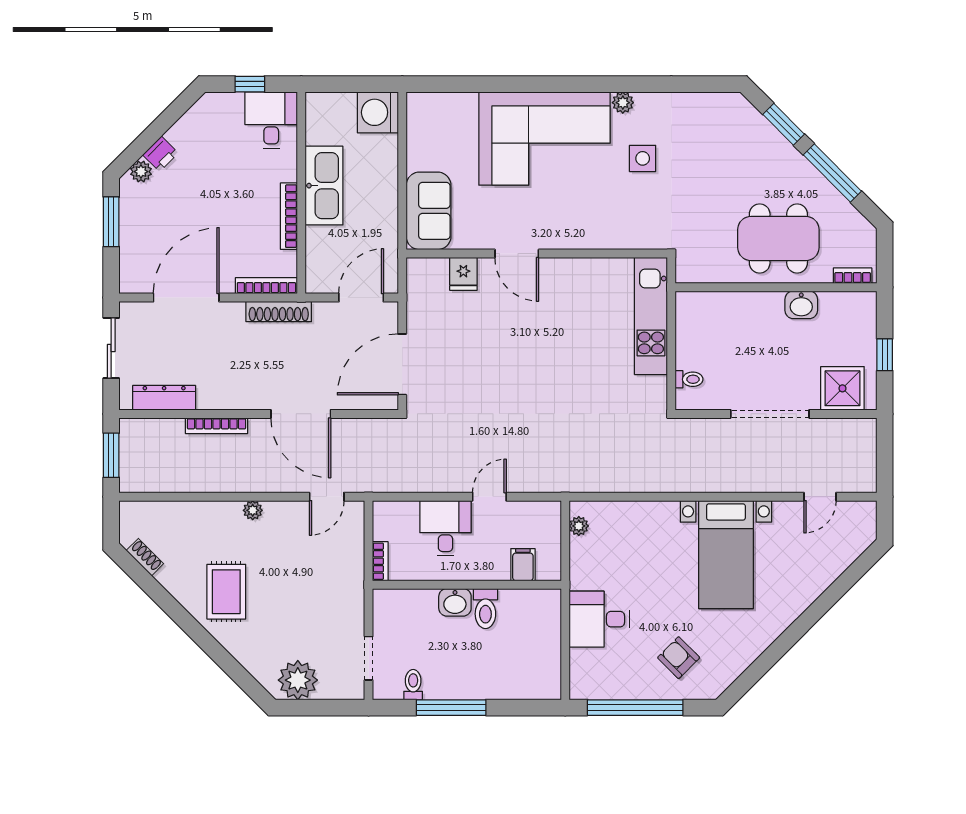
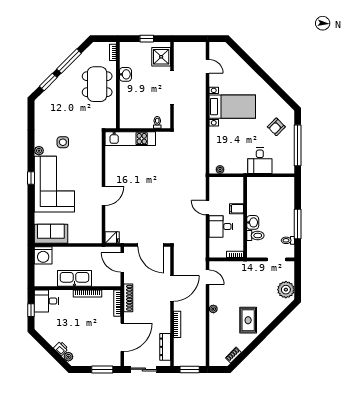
window: (559, 84) -> (31, 178), added
sofa: (429, 211) -> (51, 234), moved
window: (111, 222) -> (102, 369), moved
fridge: (463, 274) -> (112, 237), moved
door: (186, 298) -> (122, 337), swing flipped
filing cabinet: (523, 565) -> (237, 209), moved
rug: (226, 592) -> (248, 320), turned 90
toilet: (485, 609) -> (255, 235), moved

